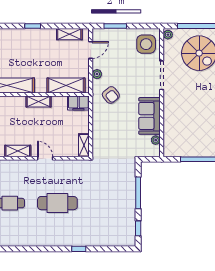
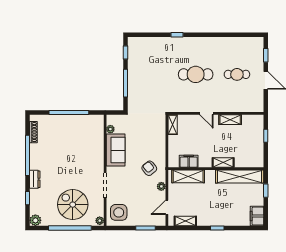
shelving: (38, 102) -> (223, 163), moved
filing cabinet: (78, 103) -> (189, 161), moved

